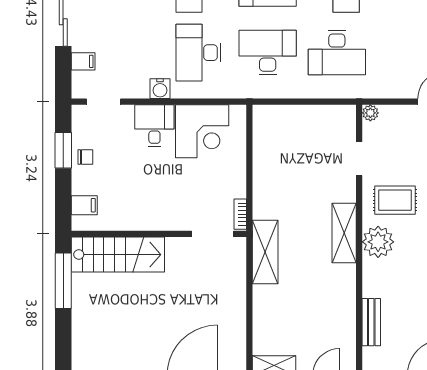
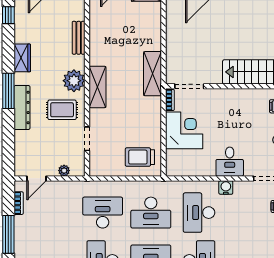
desk: (198, 53) -> (199, 213), turned 180
plant: (370, 113) -> (64, 171), moved
corner desk: (202, 131) -> (184, 130), moved, turned 90
trolley: (283, 132) -> (140, 157), added
bench: (371, 322) -> (79, 38), moved

